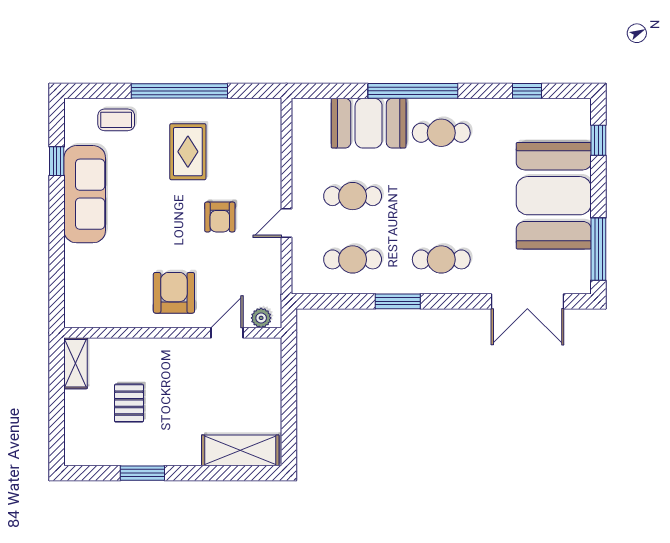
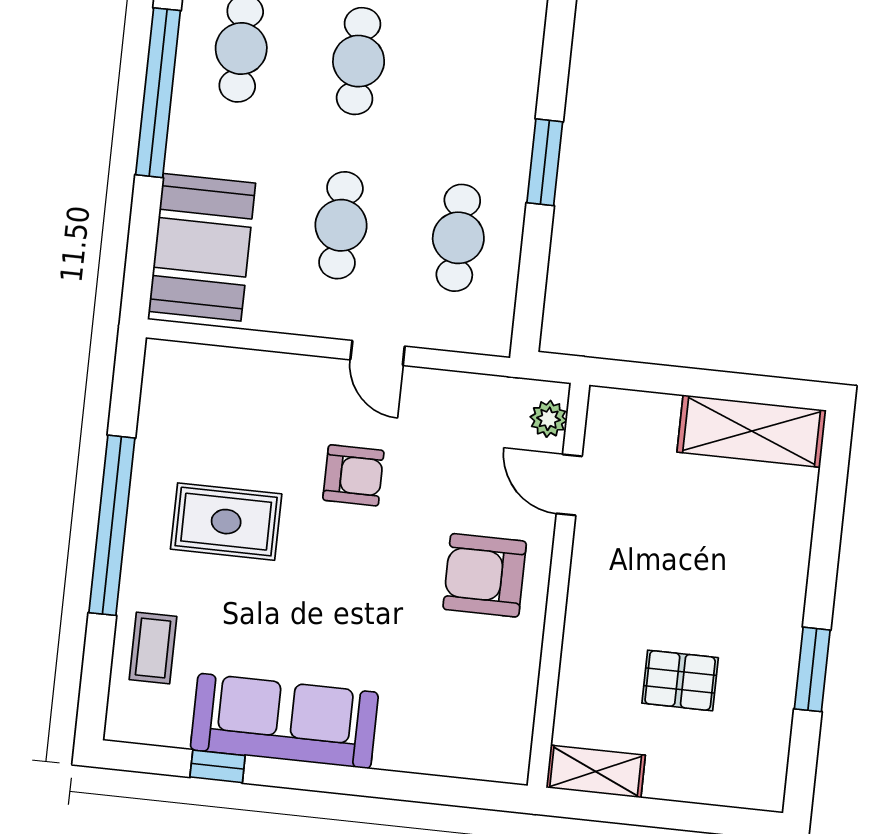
booth: (369, 123) -> (202, 247), moved
cafe table: (441, 259) -> (359, 61), moved
shelving: (240, 450) -> (752, 431), moved, turned 90

